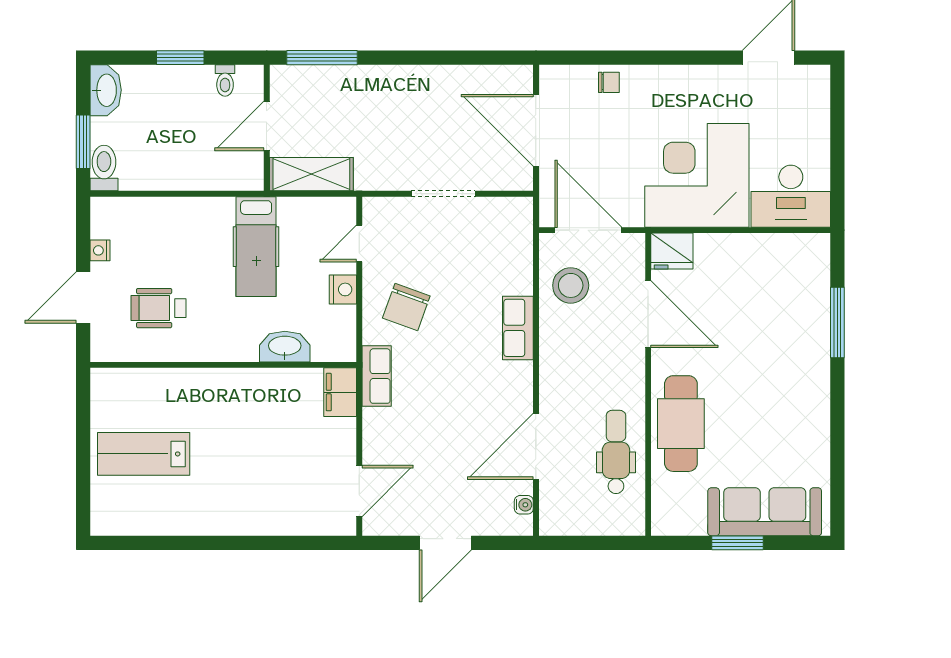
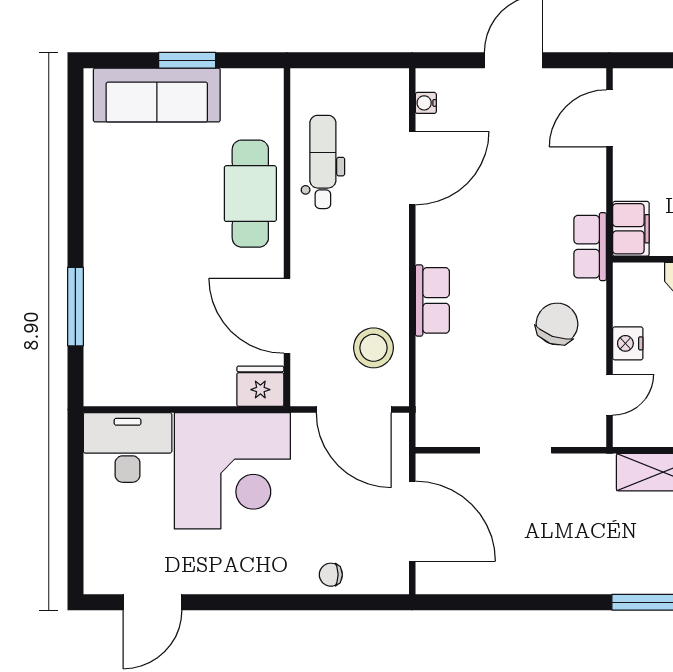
dental chair: (616, 452) -> (323, 162), turned 180

